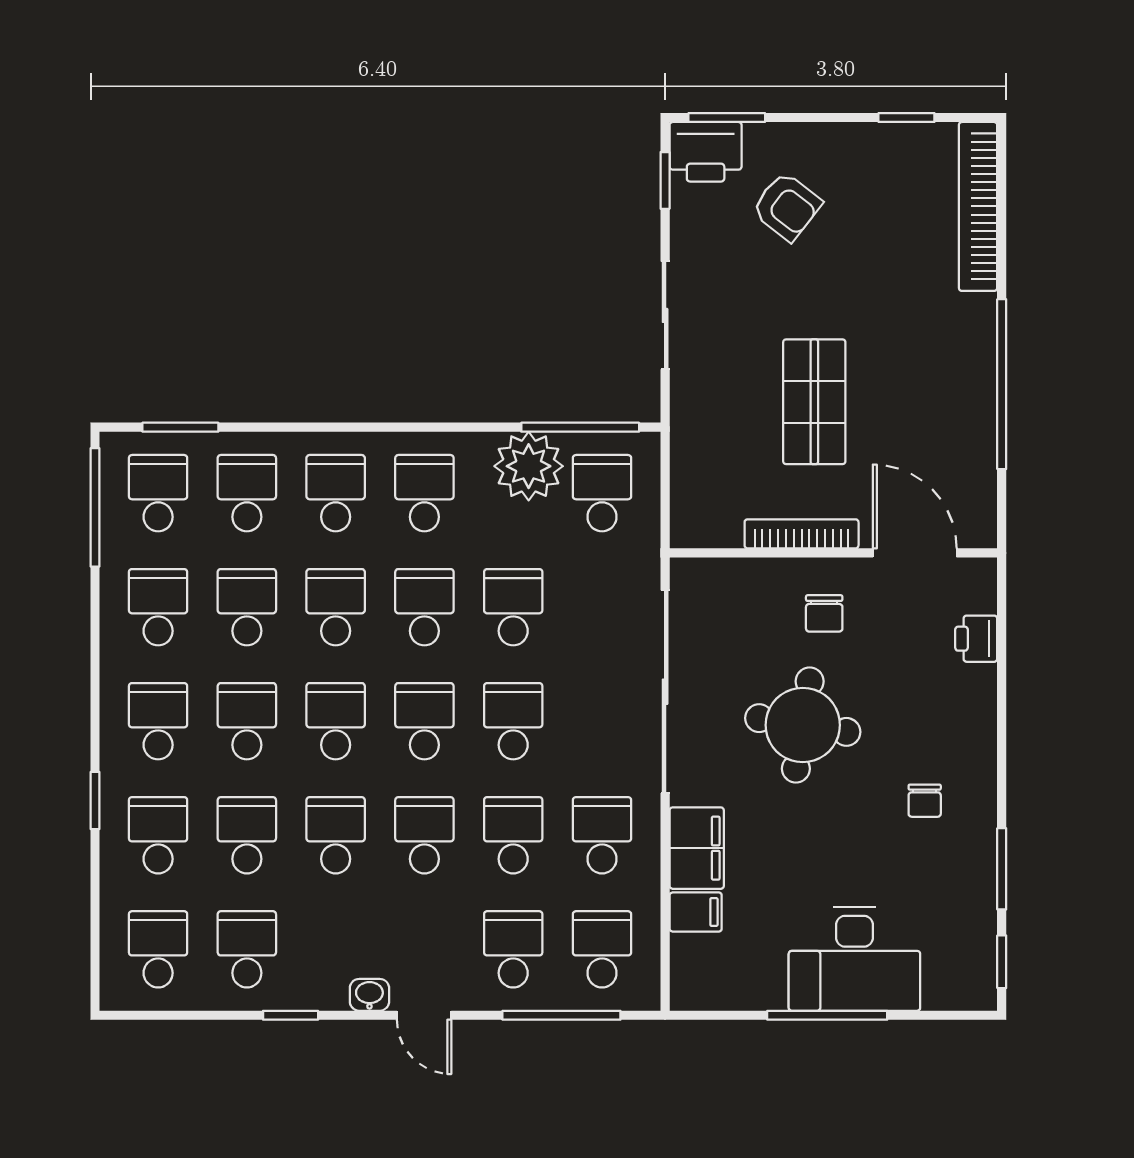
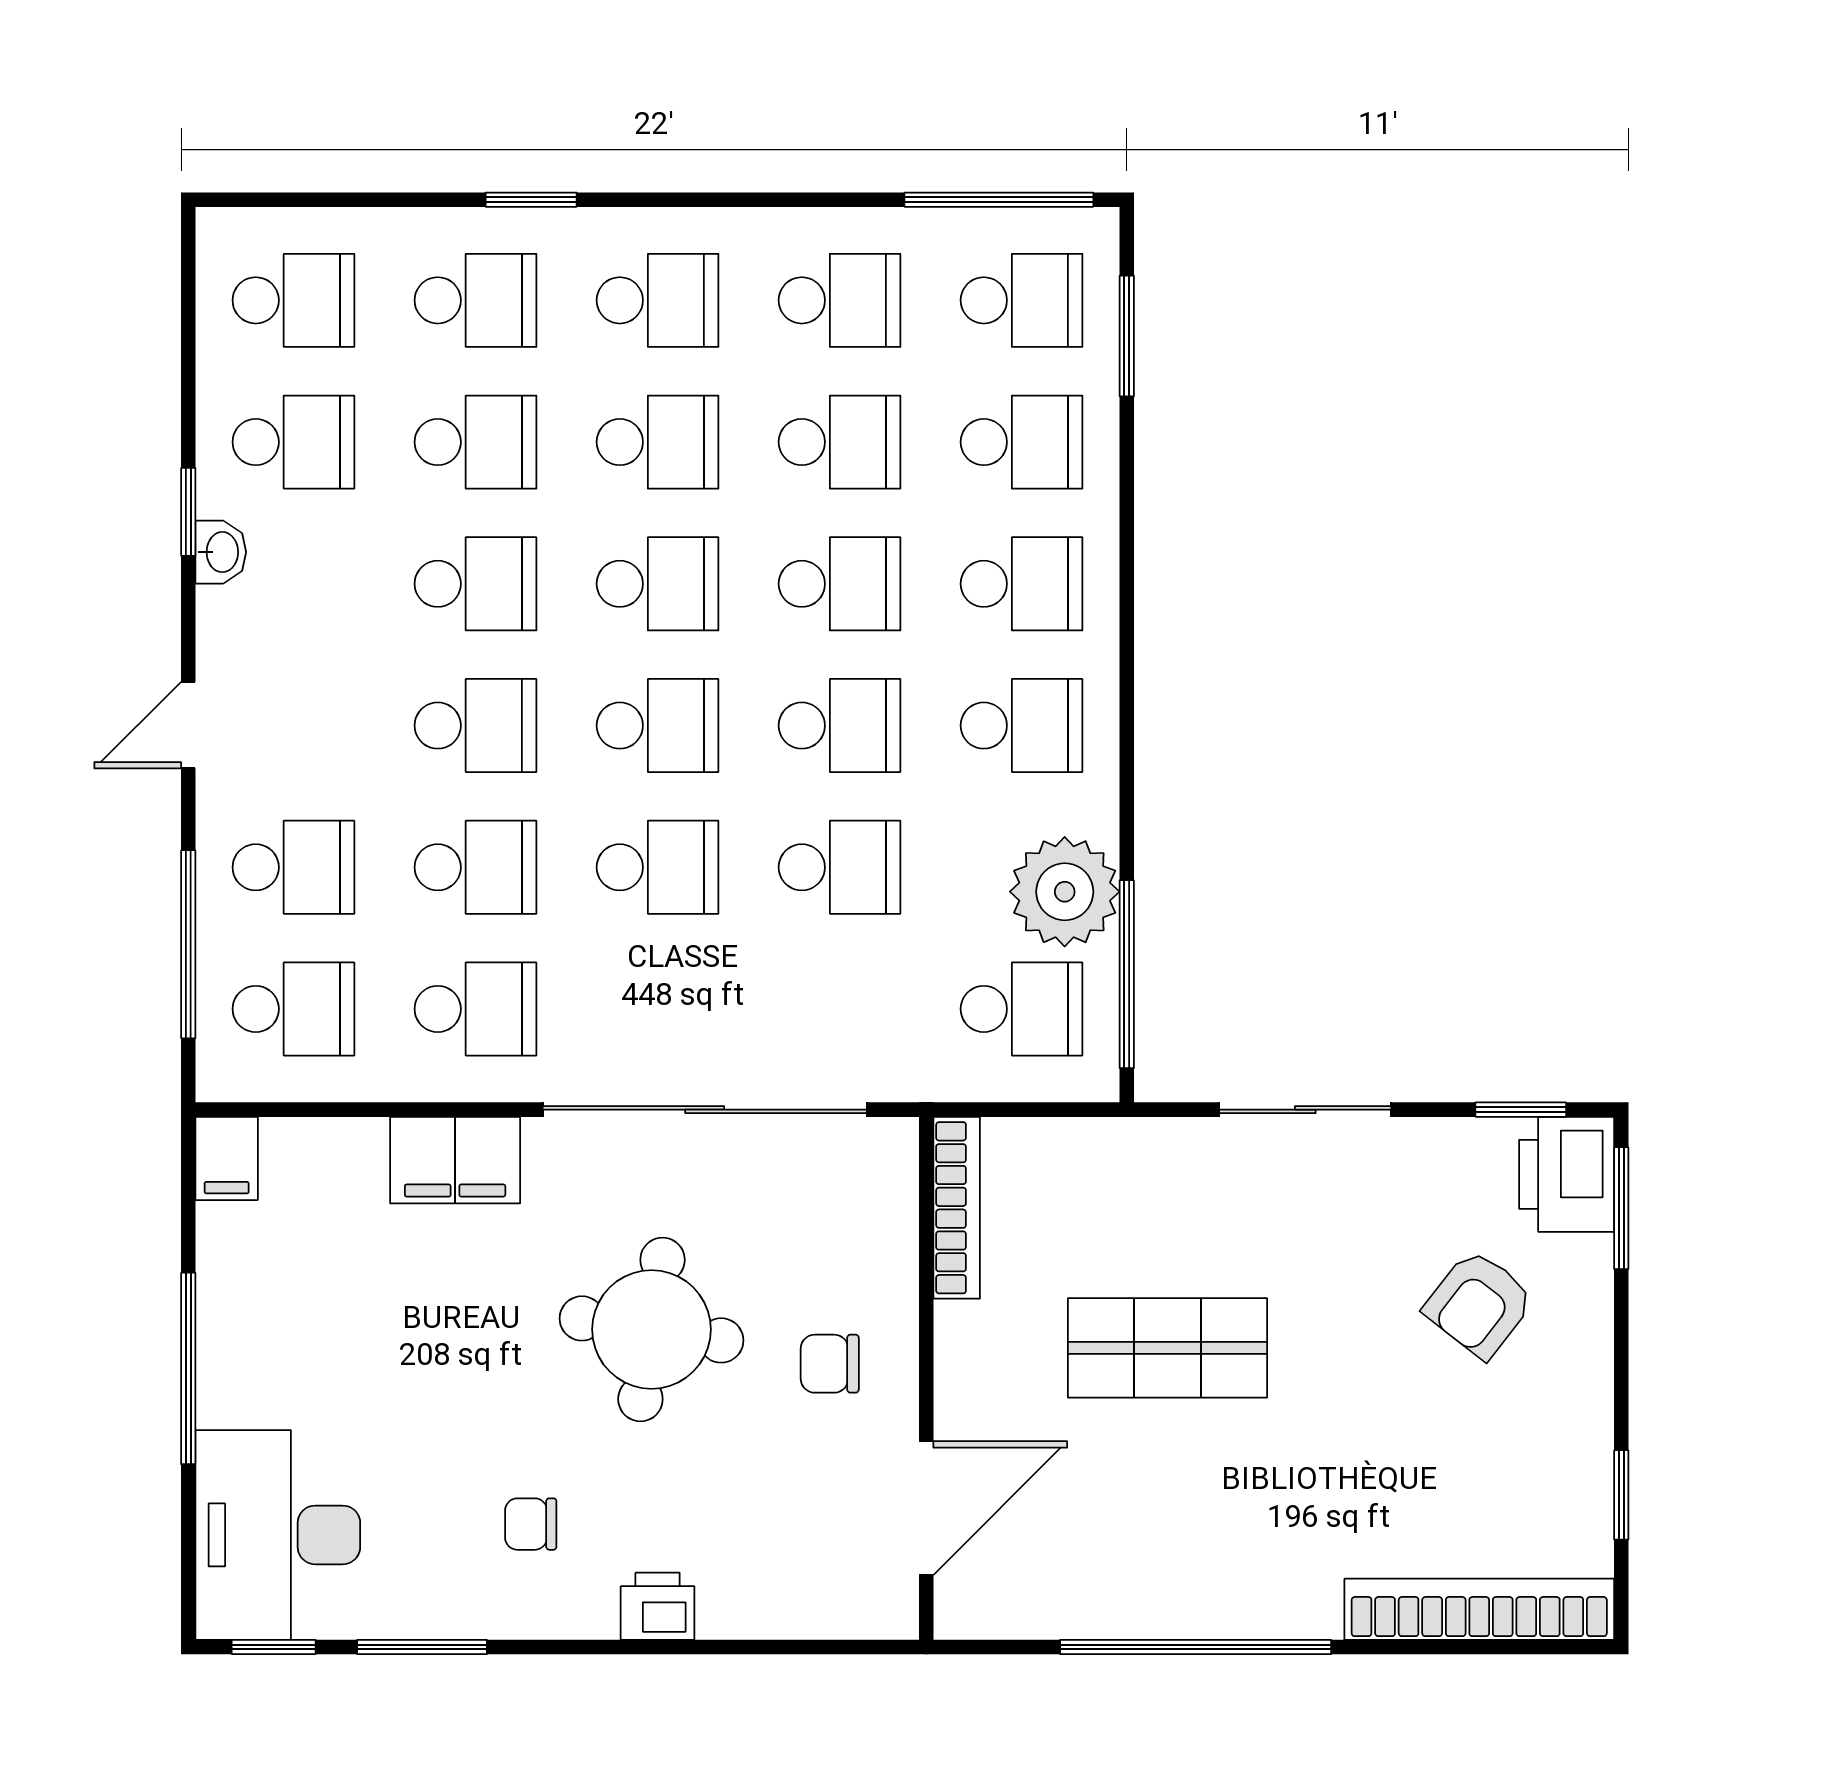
bookcase: (802, 534) -> (957, 1208), moved
printer: (976, 639) -> (658, 1606), moved
filing cabinet: (696, 912) -> (227, 1158), moved
desk: (854, 959) -> (278, 1535), moved
washbasin: (369, 995) -> (221, 552), moved

